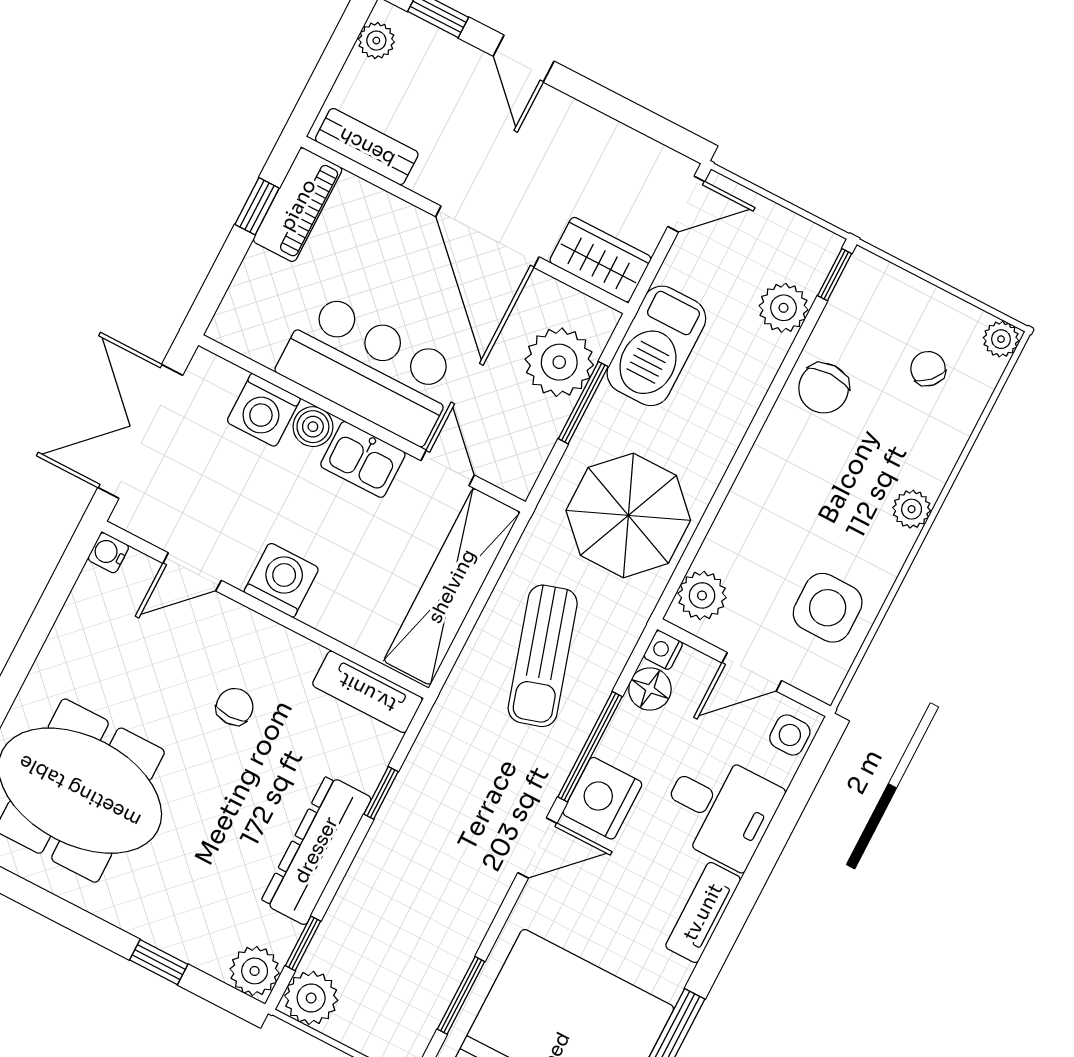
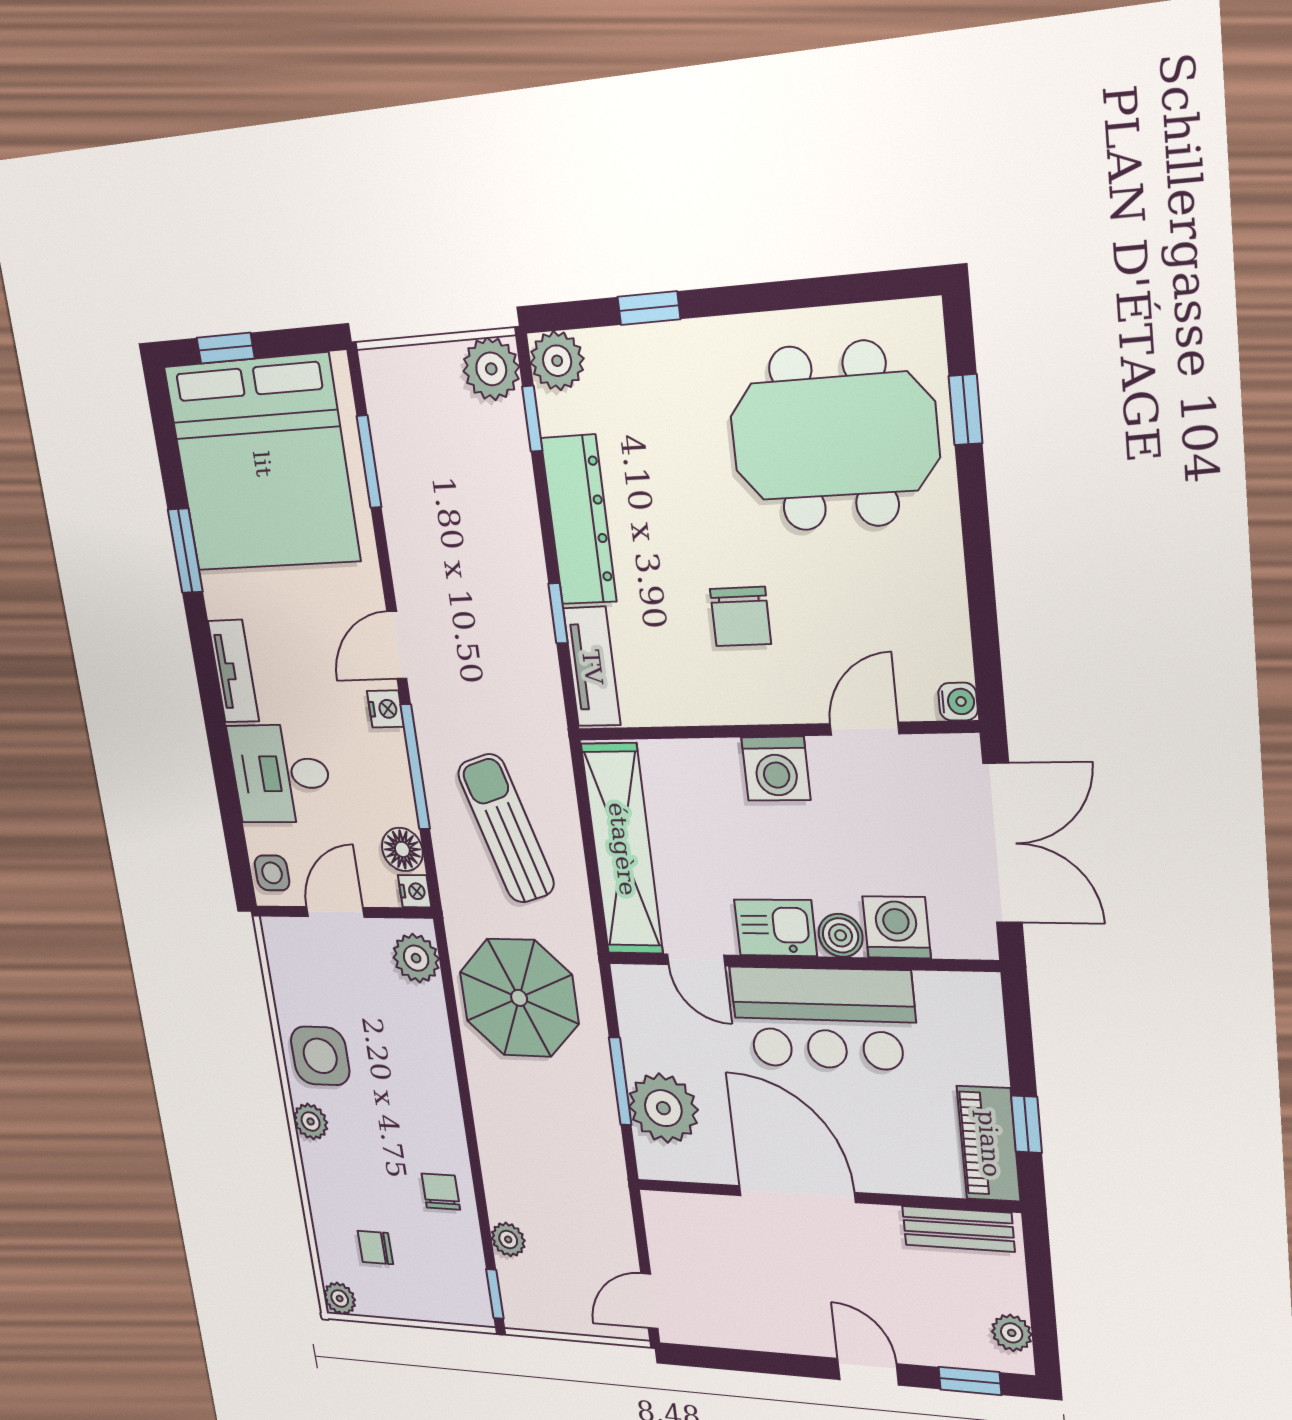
wardrobe: (600, 260) -> (688, 1218), removed
plant: (784, 308) -> (508, 1239), width x0.73, depth x0.73
barbecue: (656, 346) -> (593, 1163), removed
chair: (928, 369) -> (375, 1248), turned 136
chair: (824, 388) -> (441, 1192), width x0.73, depth x0.73
side table: (828, 608) -> (320, 1056), moved
tv unit: (368, 692) -> (592, 667), moved, turned 90
chair: (235, 707) -> (741, 616), width x1.37, depth x1.37
nightstand: (602, 798) -> (385, 709), width x0.53, depth x0.56

